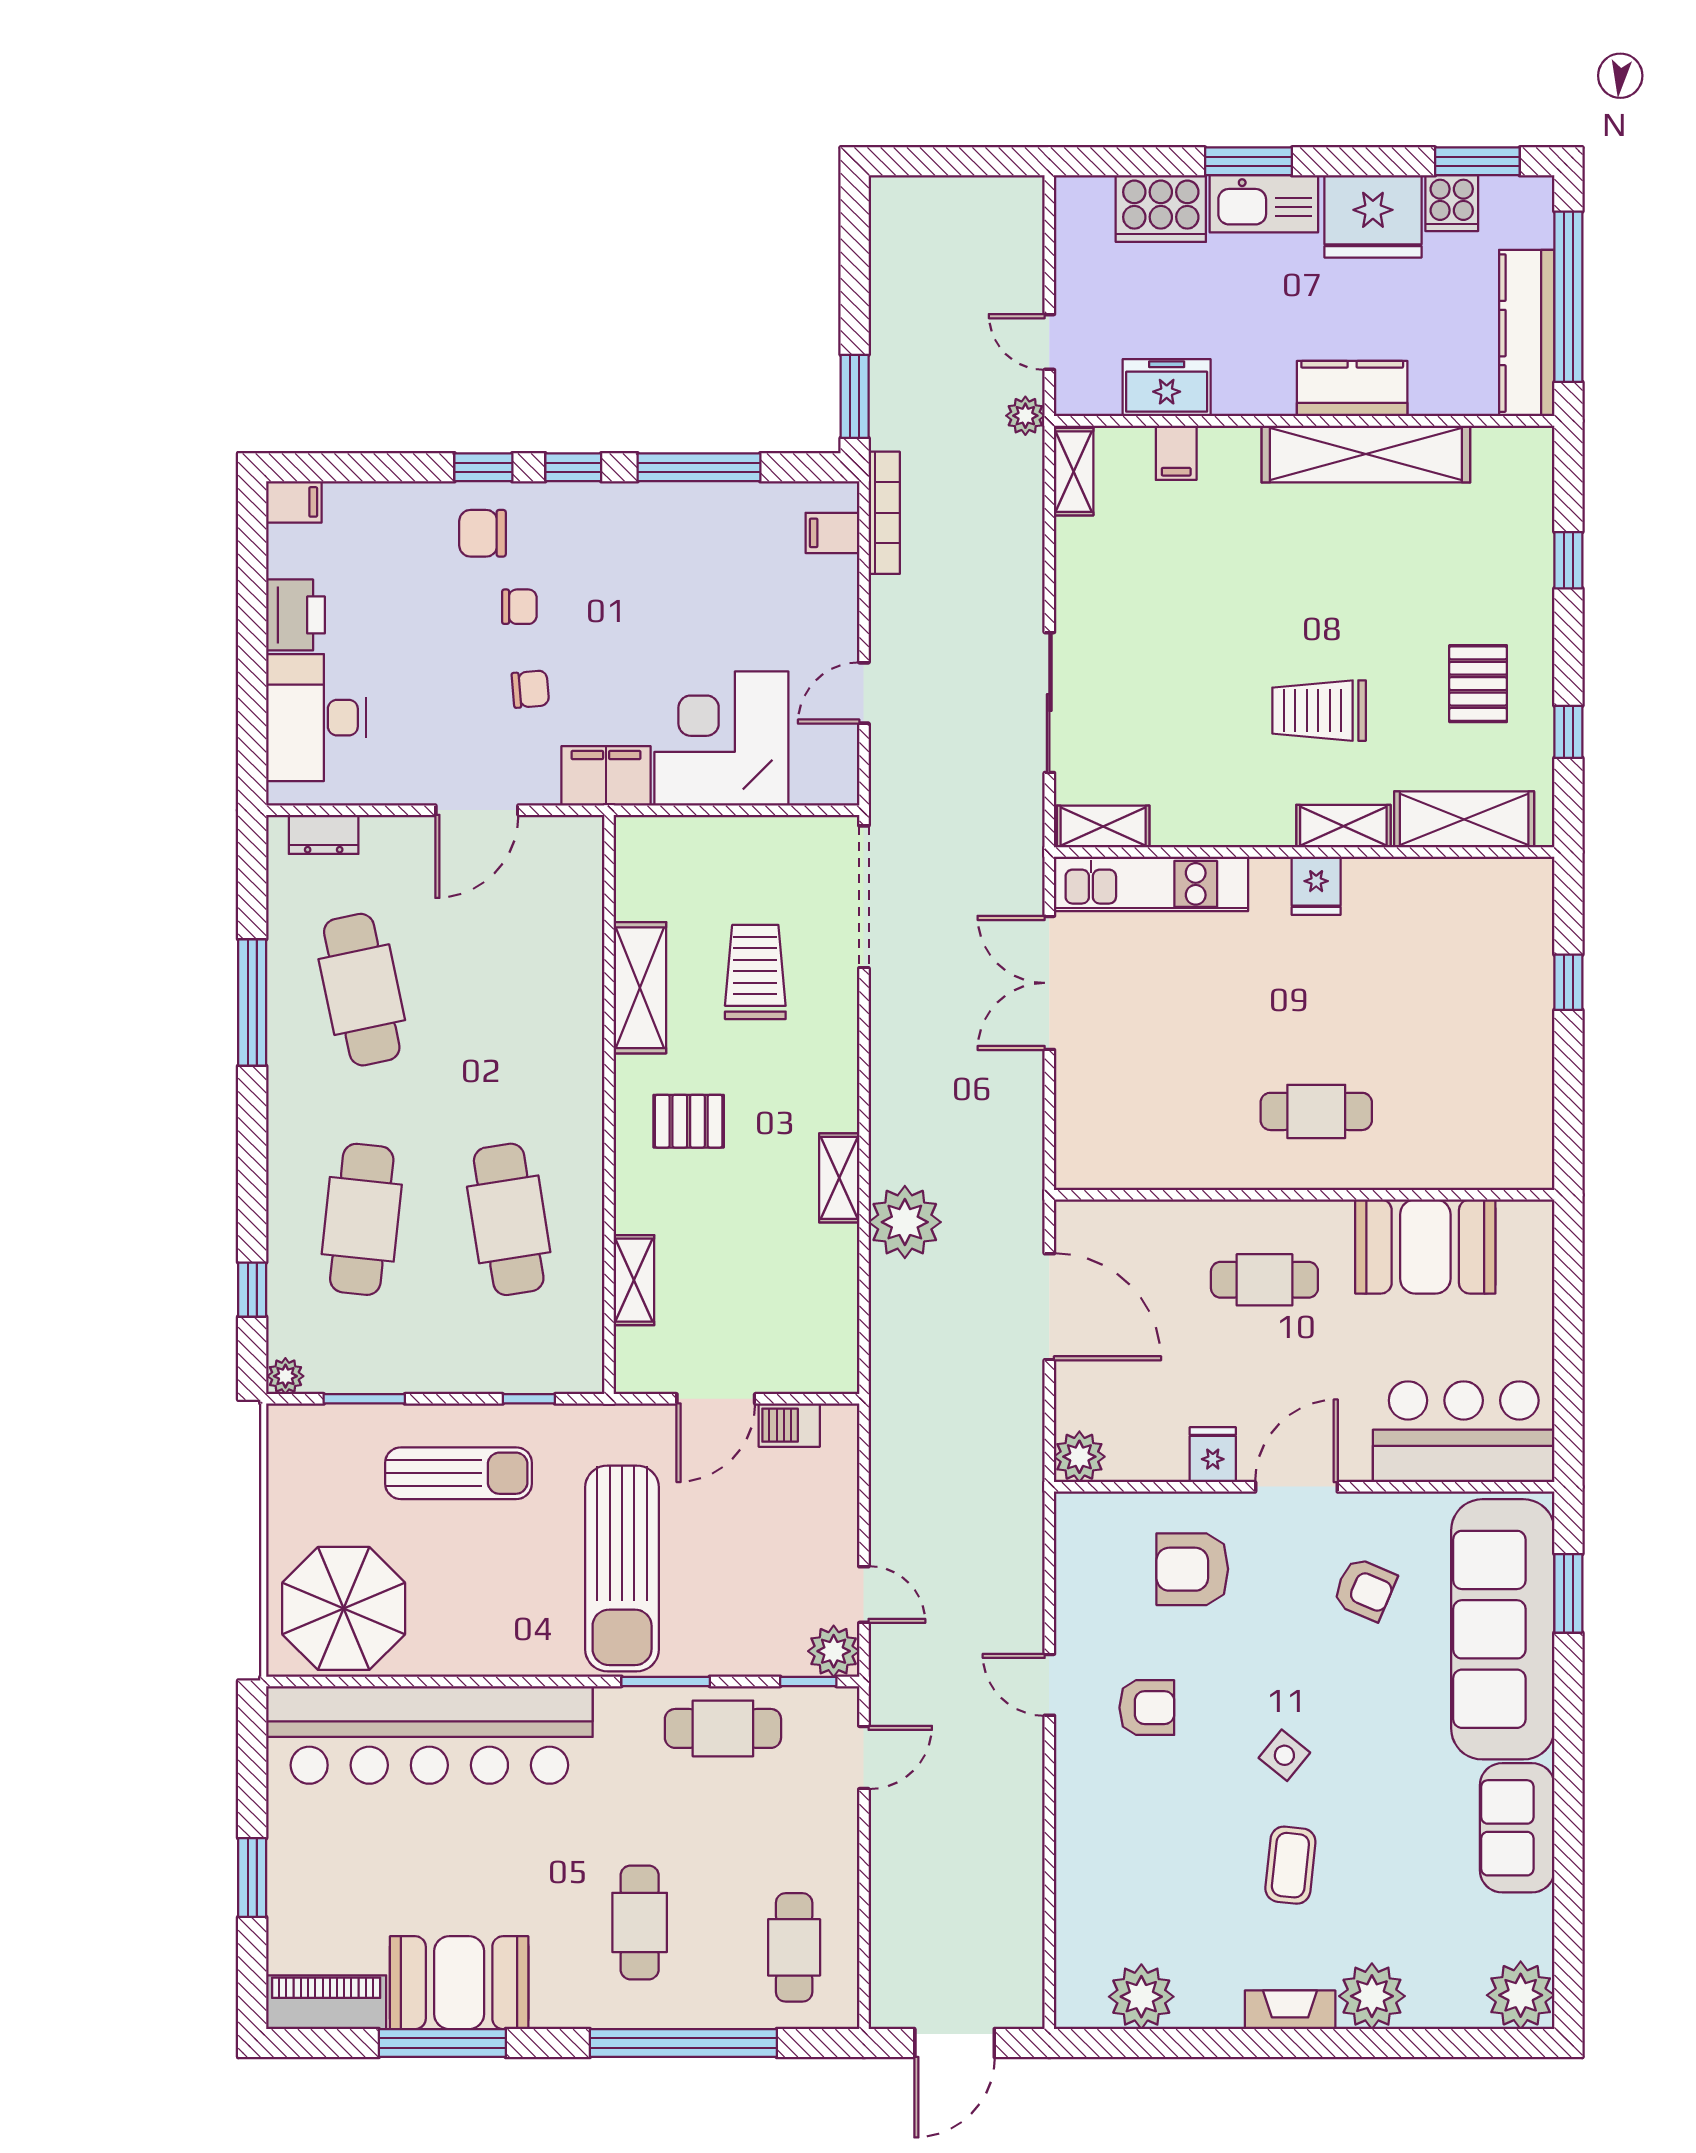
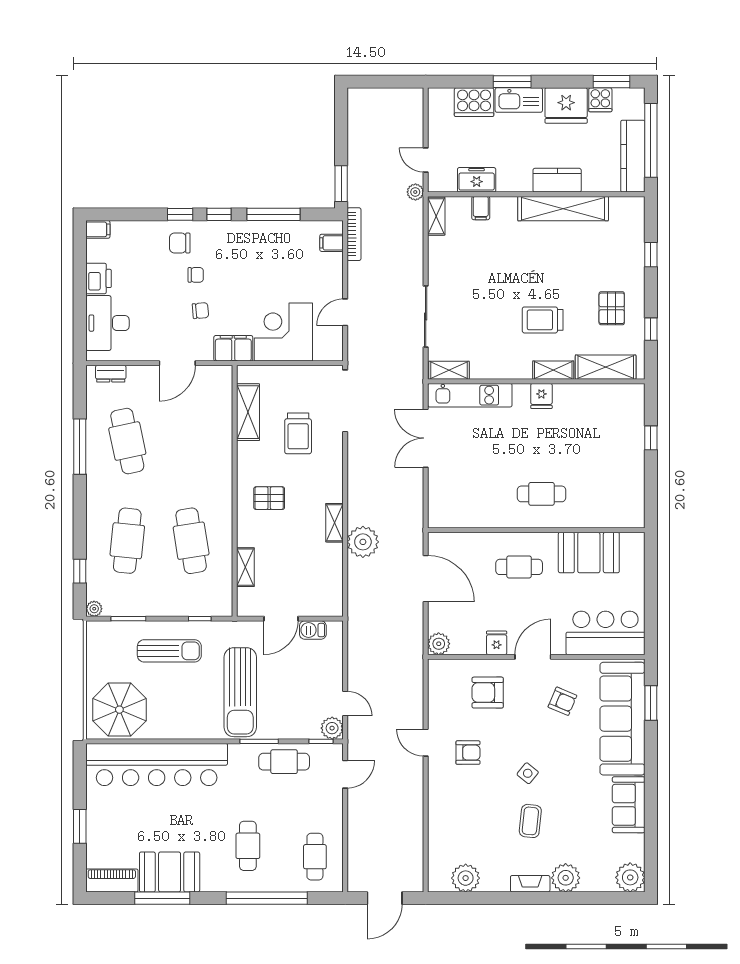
trolley: (755, 972) -> (298, 433), turned 180
shelving: (640, 988) -> (248, 412), moved

